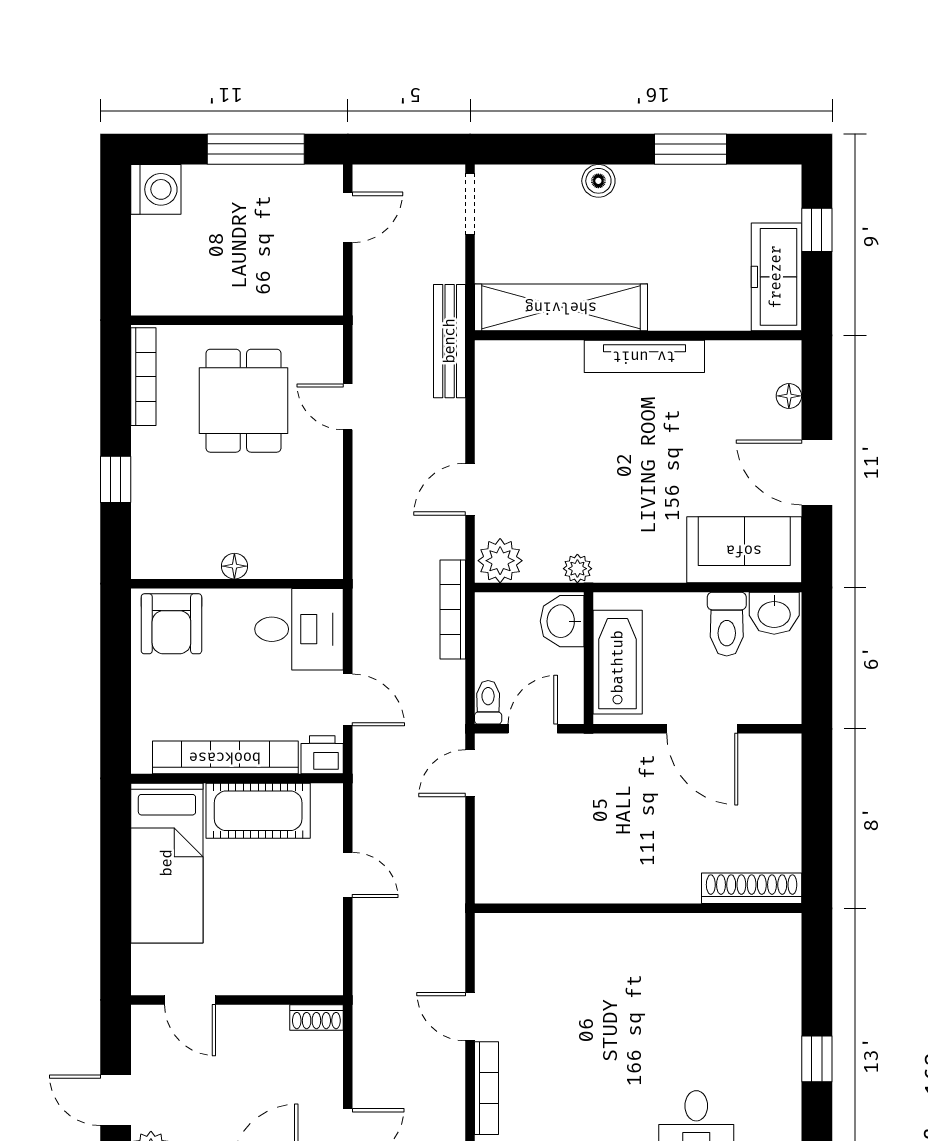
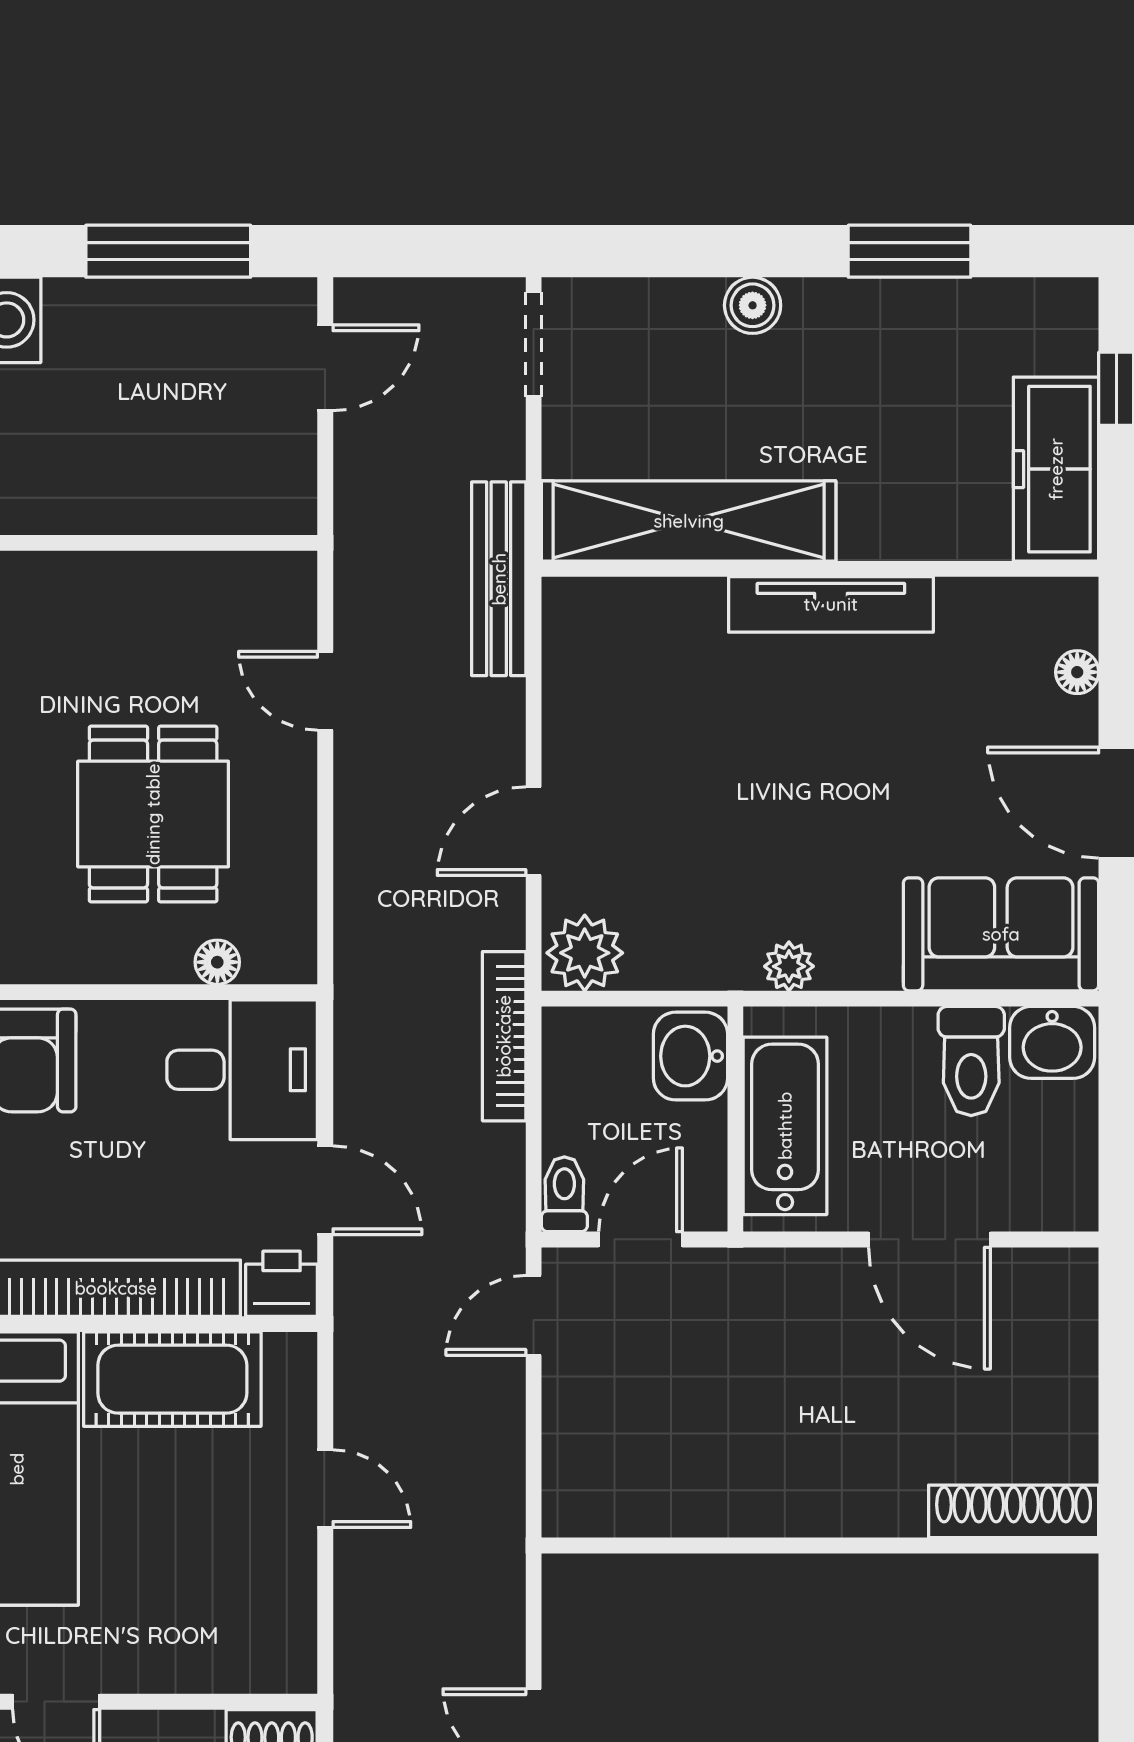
dining table: (243, 401) -> (153, 814), moved
floor lamp: (234, 566) -> (217, 962), moved
plant: (577, 569) -> (789, 966), moved

